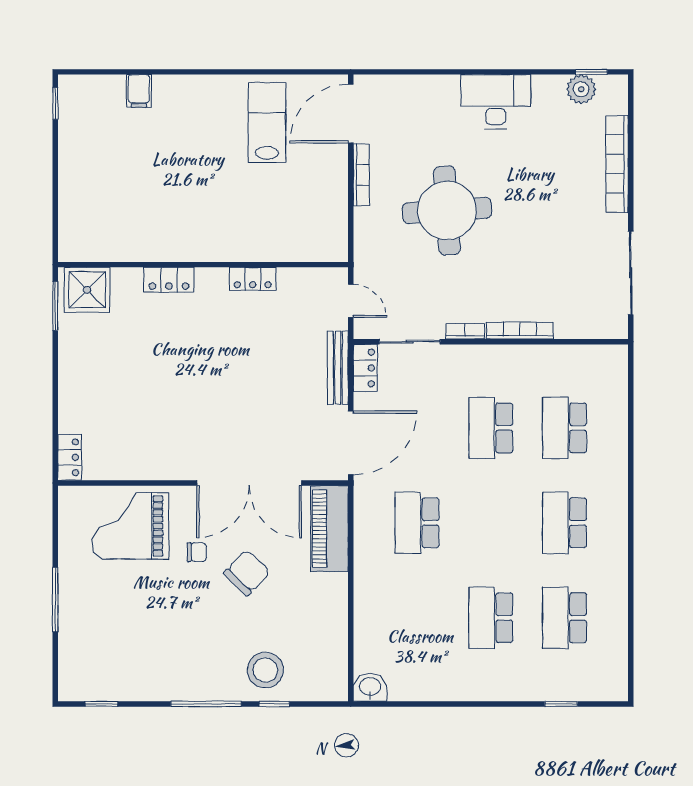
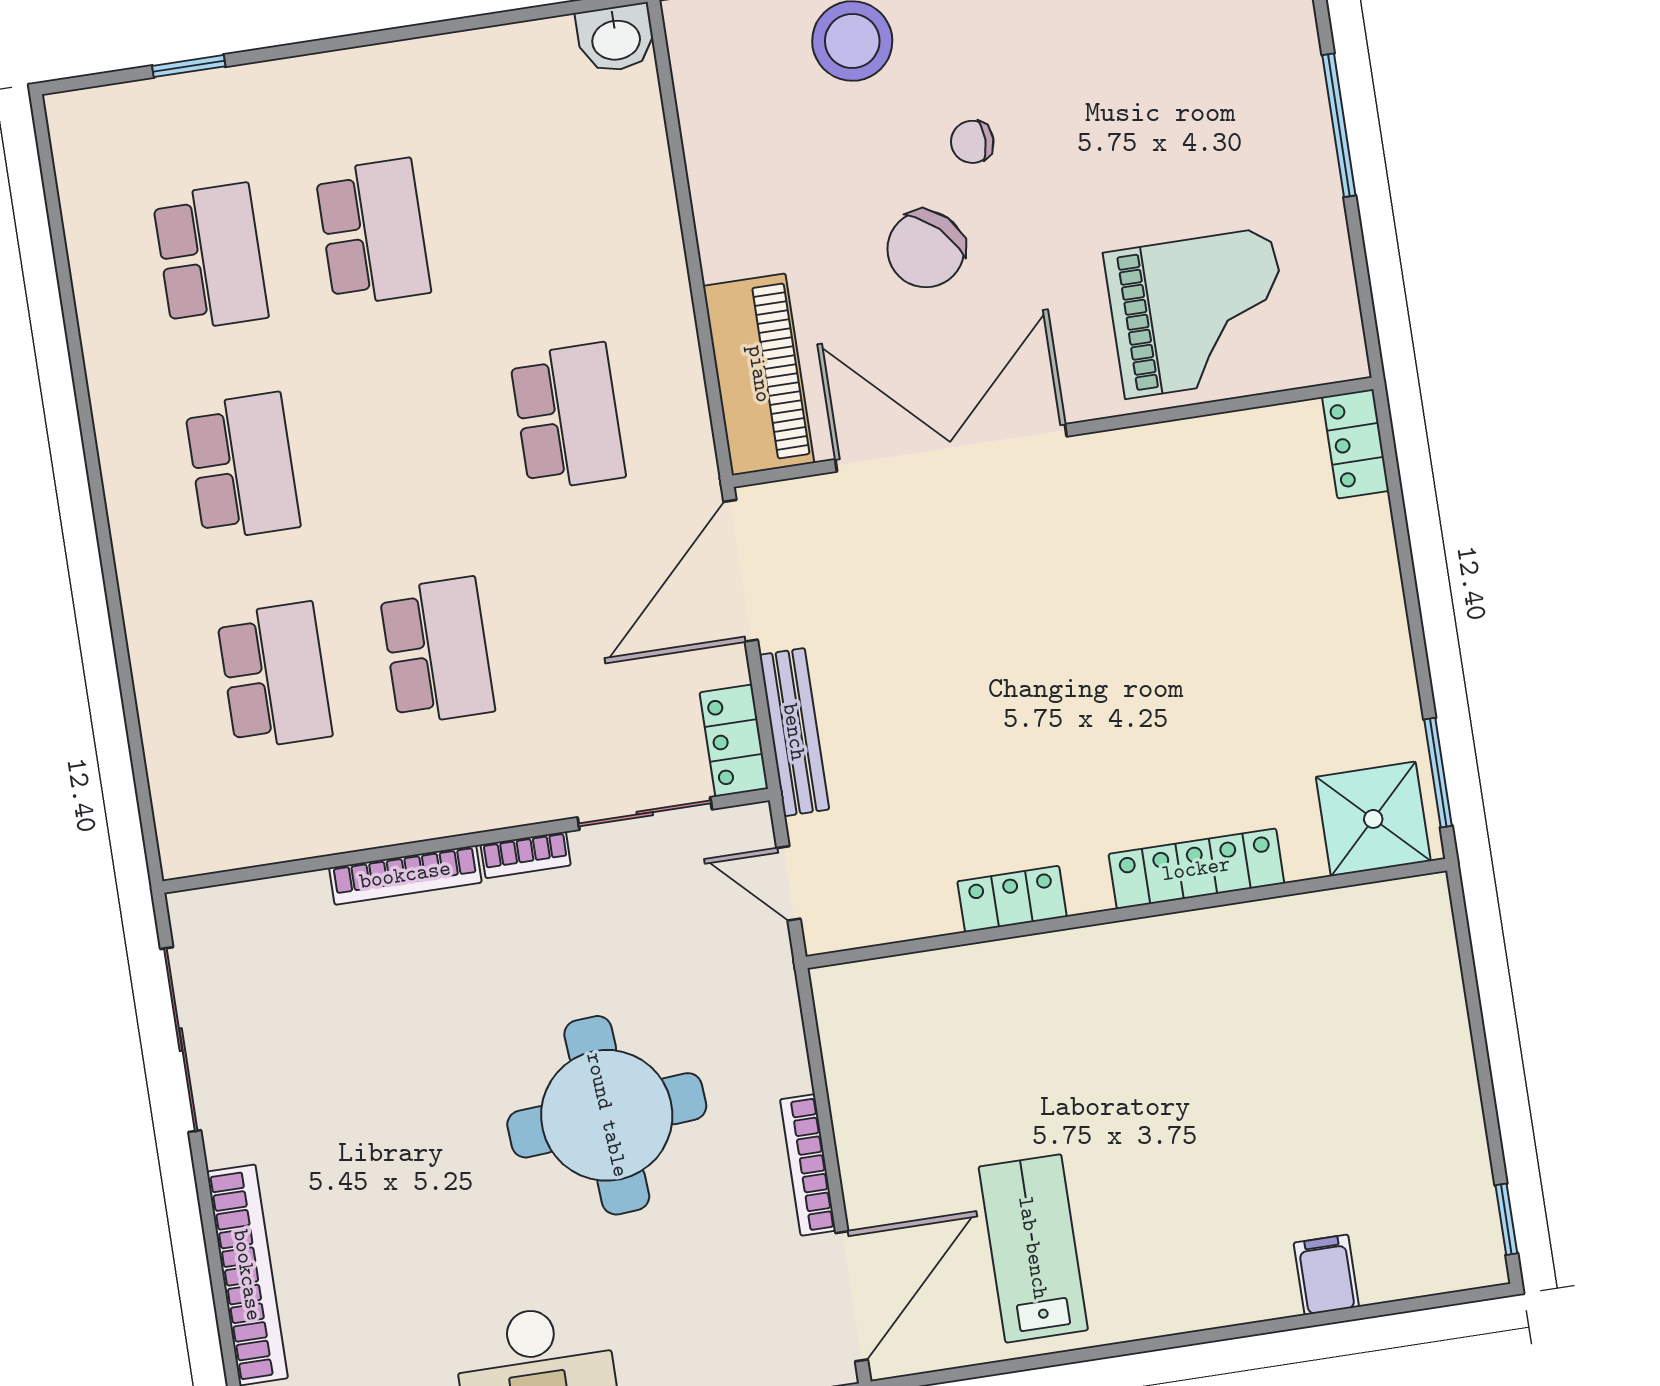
lab bench: (267, 122) -> (1033, 1248), turned 180
locker: (169, 280) -> (1196, 869), width x1.53
chair: (197, 552) -> (972, 142), moved

